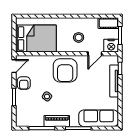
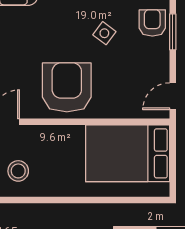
stool: (79, 37) -> (18, 171), moved
armchair: (24, 83) -> (152, 23), moved

